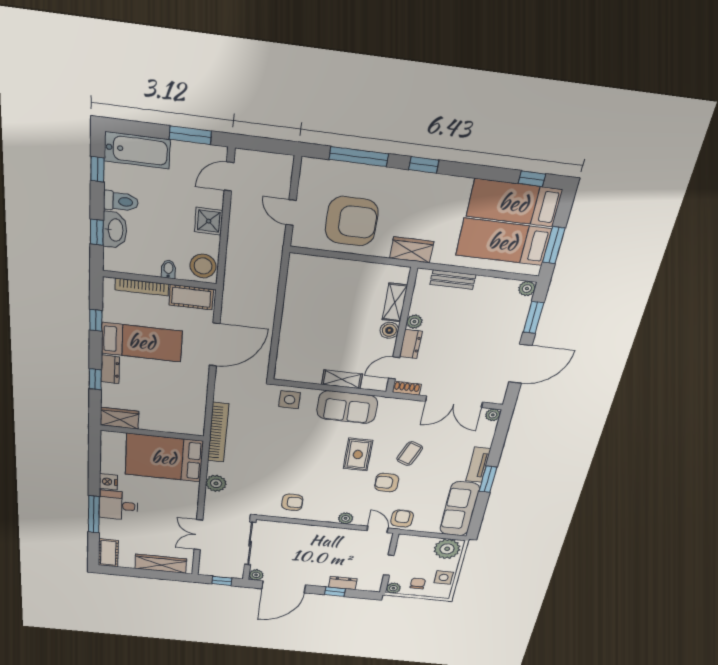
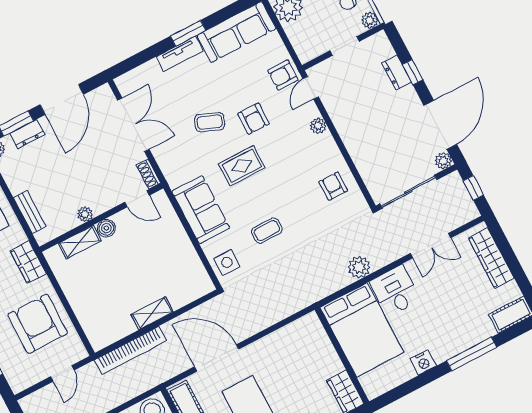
dresser: (411, 344) -> (27, 134), moved, turned 180
door: (520, 364) -> (62, 99), swing flipped
shelving: (342, 379) -> (152, 313), moved, turned 90
plant: (493, 415) -> (123, 82), removed
bookcase: (218, 432) -> (130, 350), moved, turned 180
coffee table: (293, 441) -> (267, 231), added
desk: (119, 505) -> (395, 291), moved, turned 180
door: (284, 587) -> (440, 125), hinge flipped

